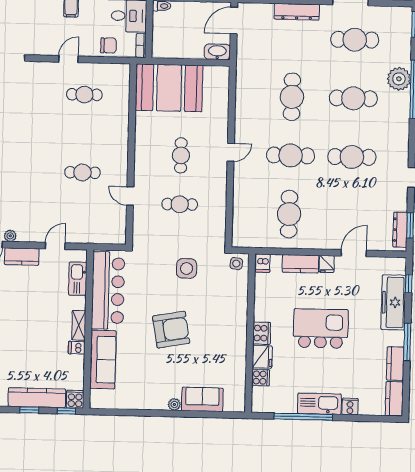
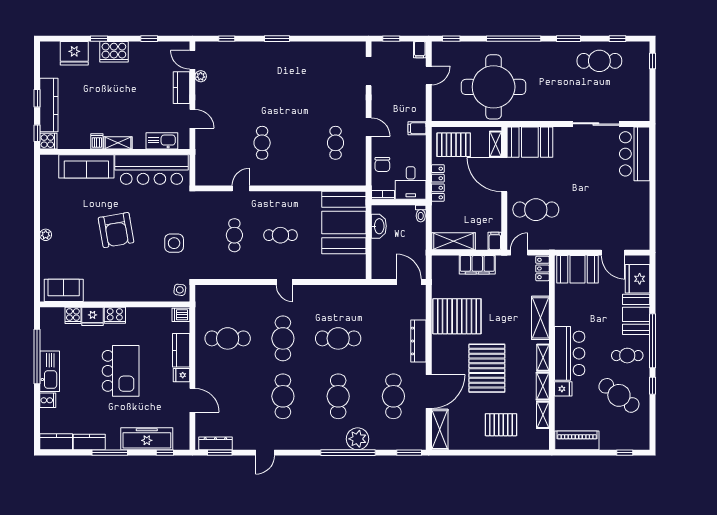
washbasin: (217, 52) -> (379, 226), moved
sofa: (202, 399) -> (64, 290), moved, turned -90

